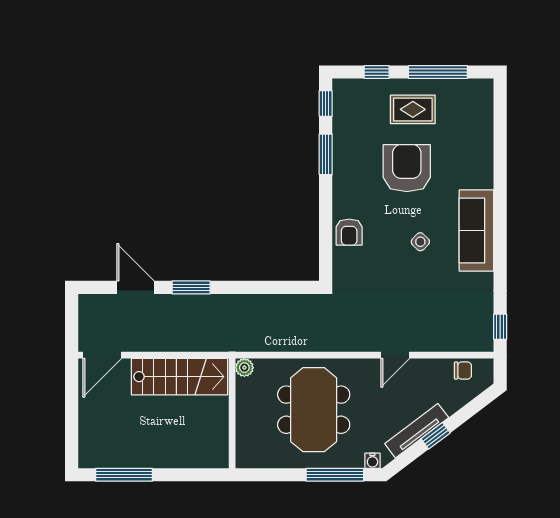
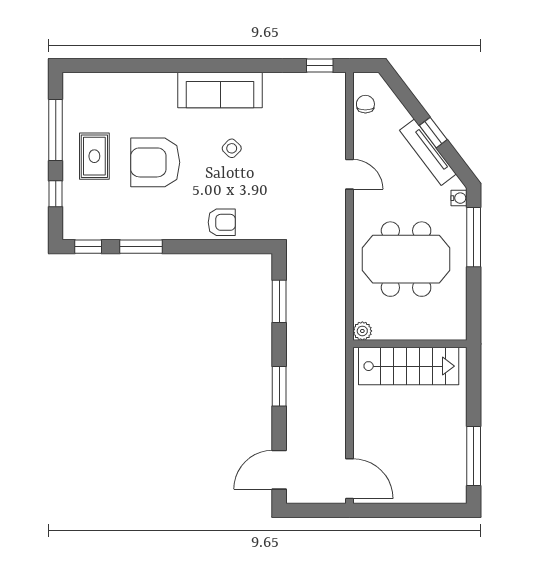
door: (135, 287) -> (279, 470), moved
window: (273, 287) -> (279, 301), added
stairs: (179, 377) -> (409, 366), moved, turned 90

